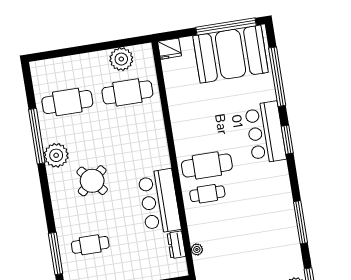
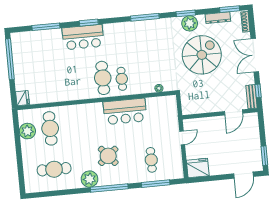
booth: (231, 54) -> (29, 57), removed
window: (277, 77) -> (46, 27), width x0.68
cafe table: (67, 102) -> (54, 169), turned 90
window: (37, 136) -> (109, 188), moved
dresser: (176, 245) -> (155, 102), removed

